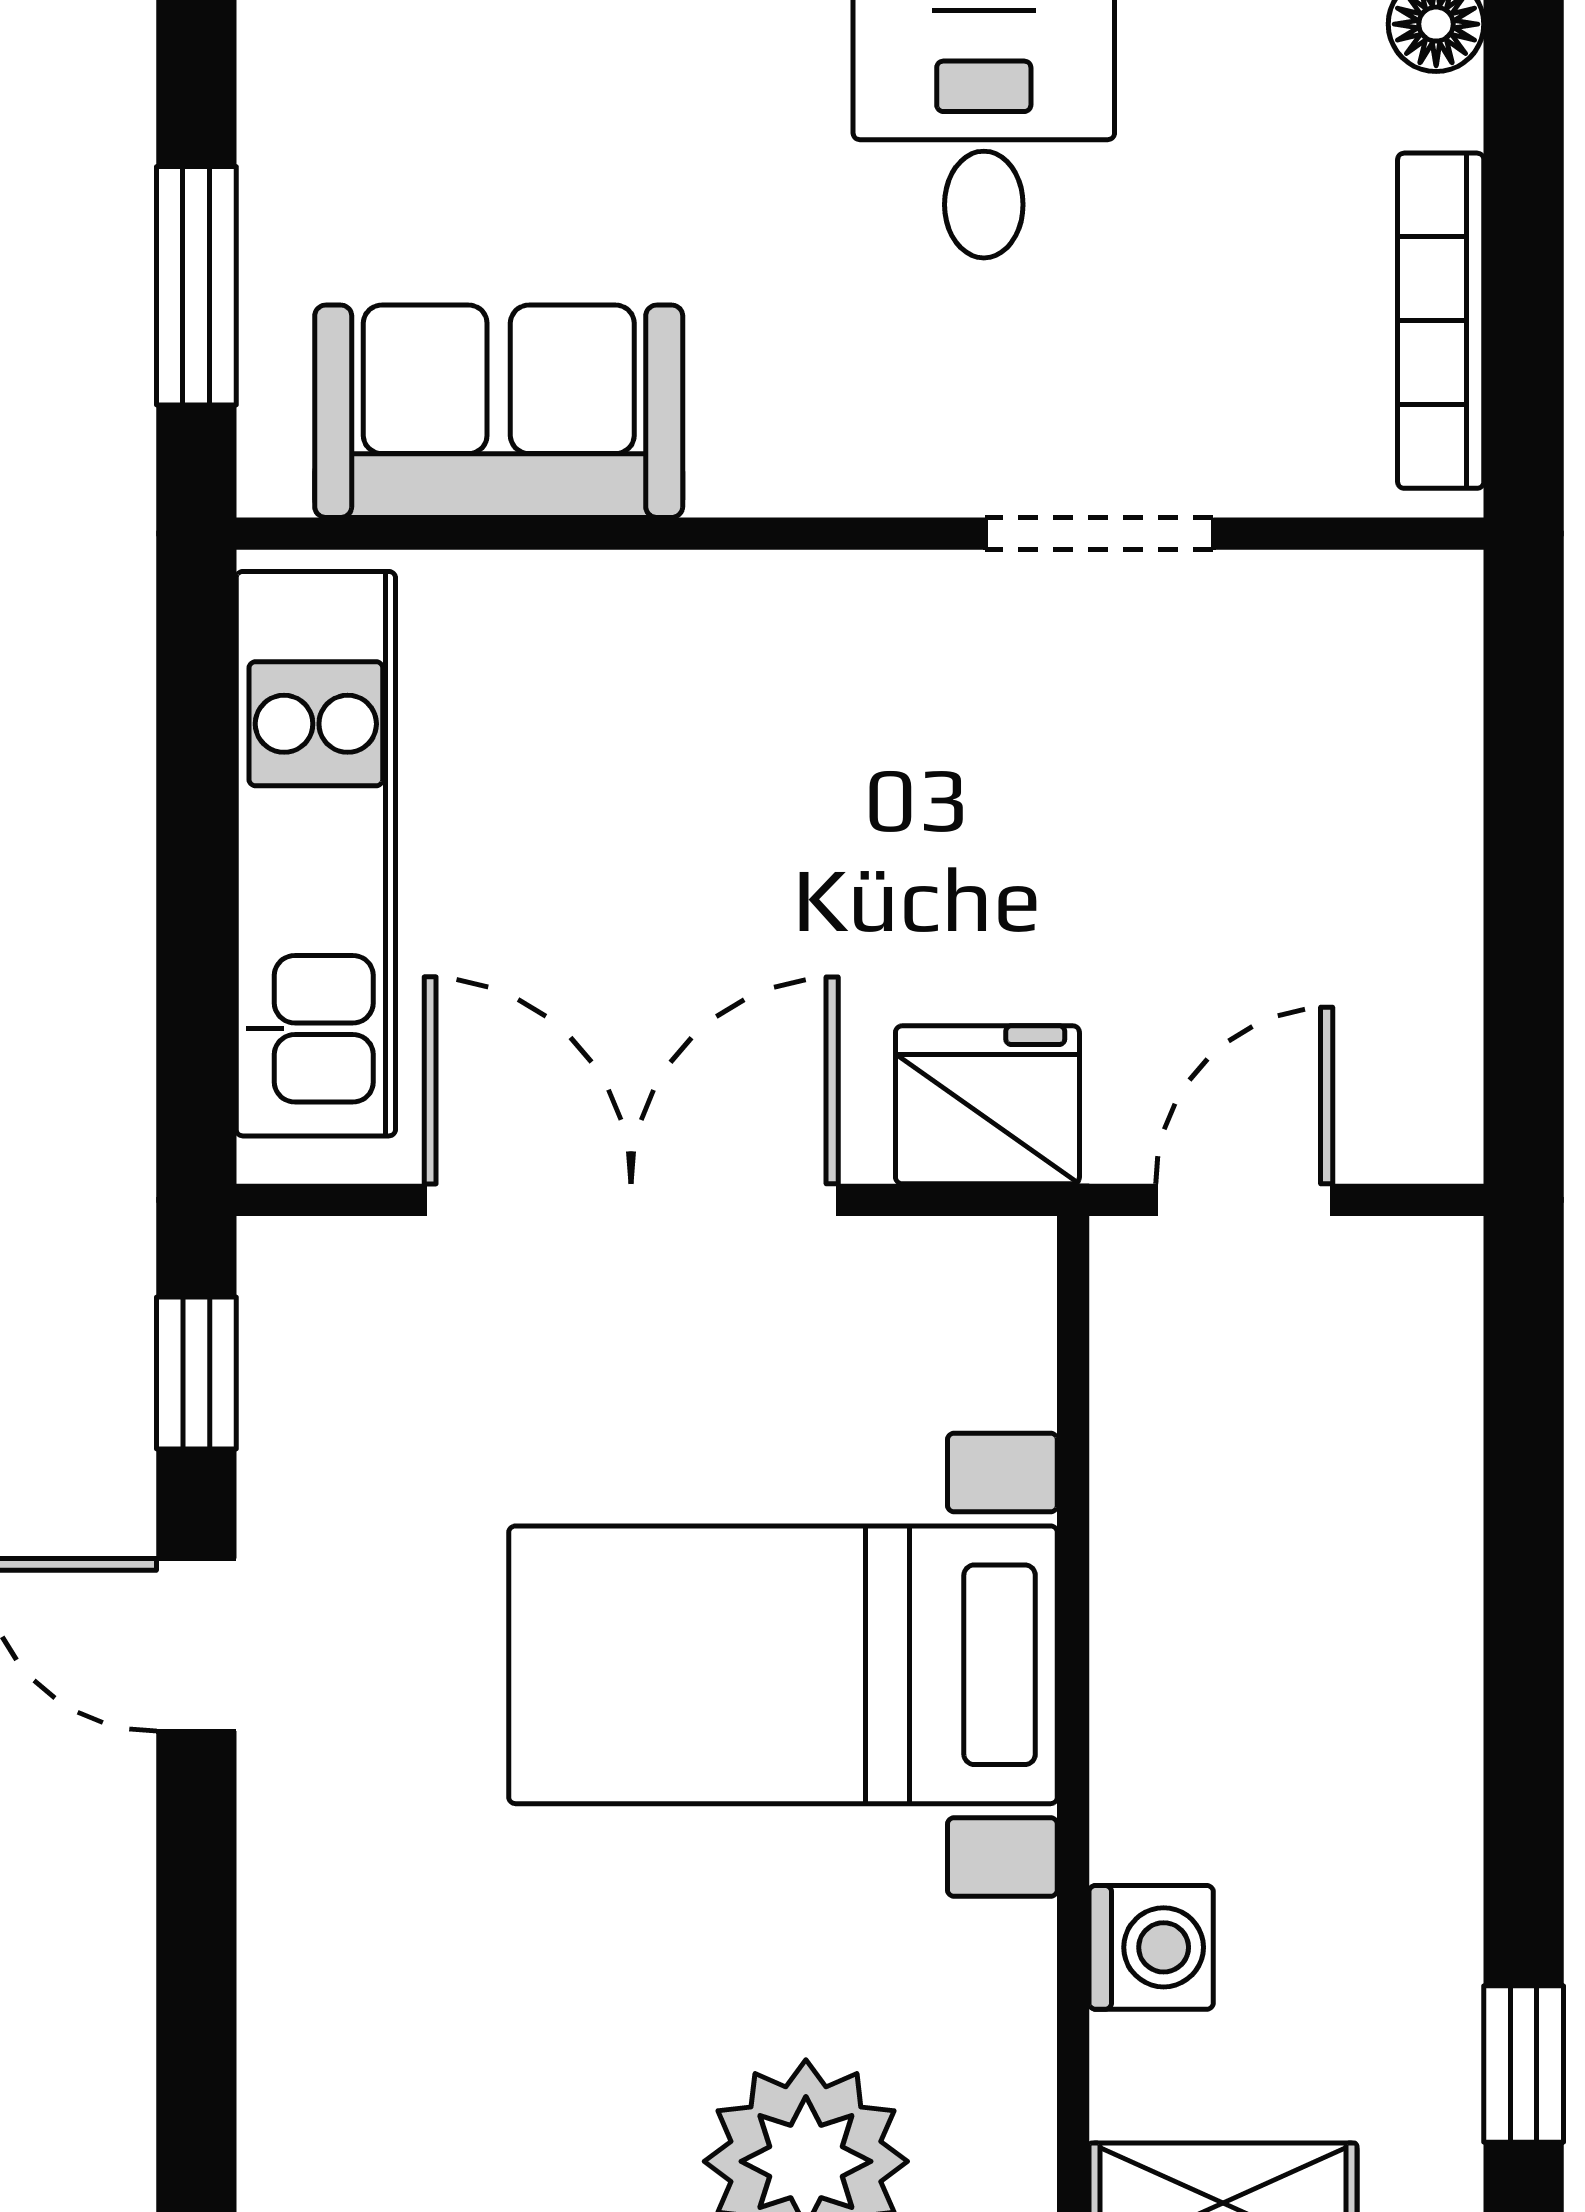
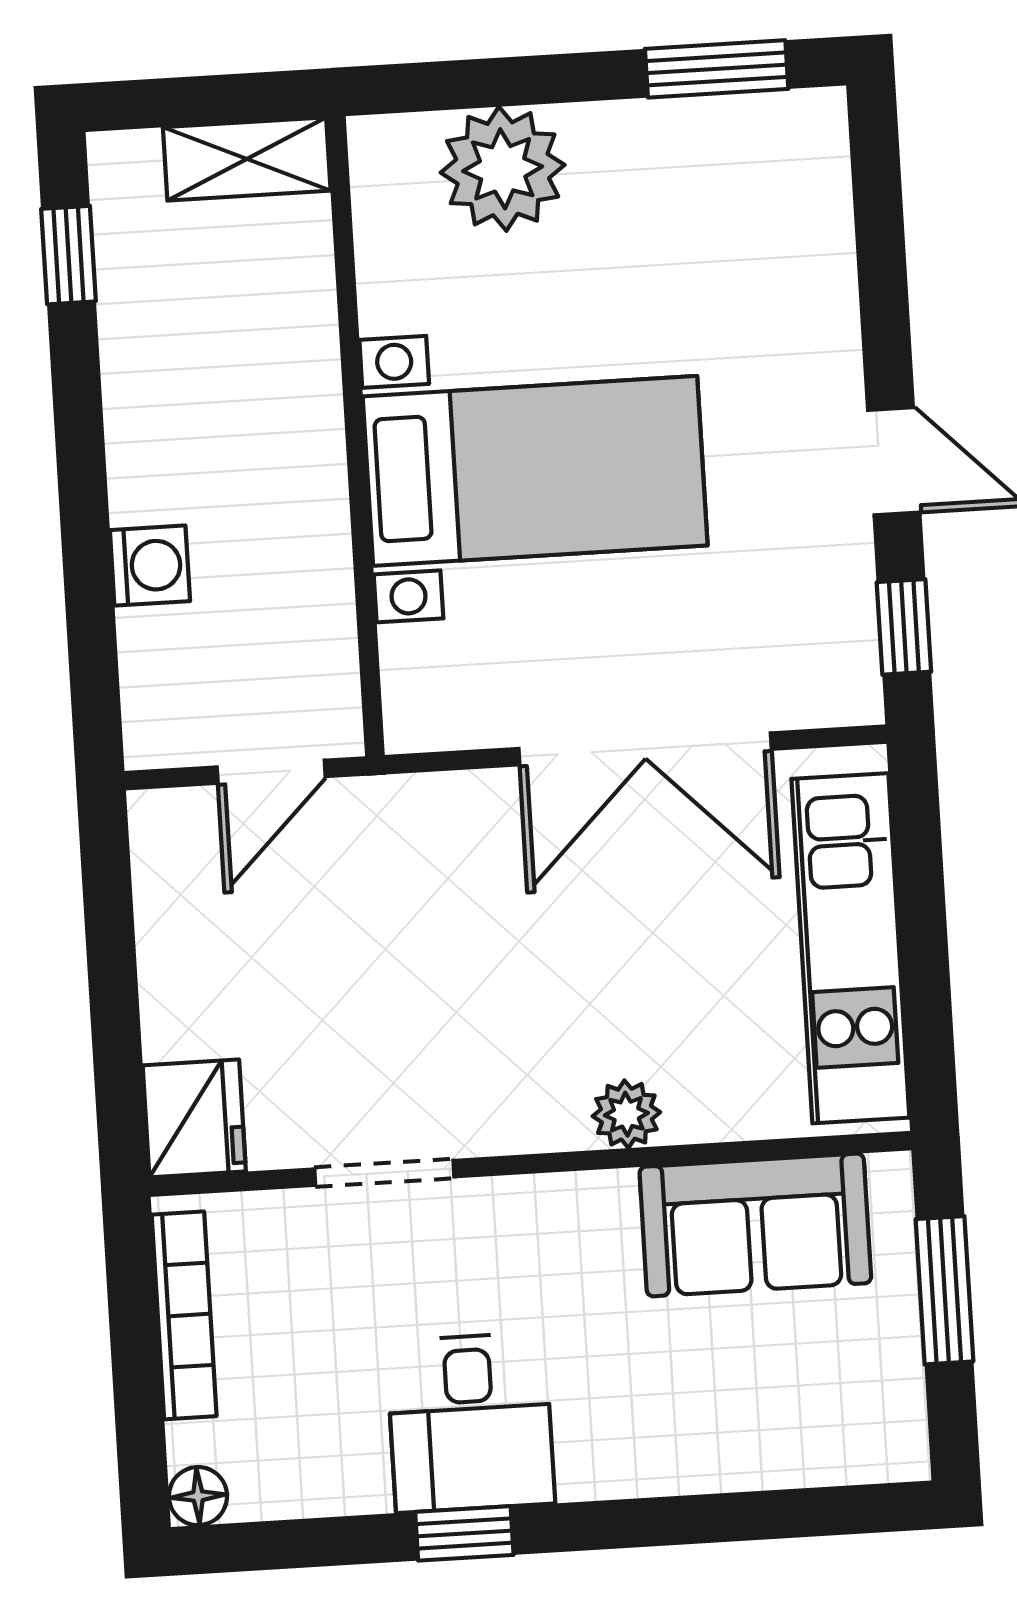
plant: (698, 605) -> (626, 1114), added
fridge: (987, 1105) -> (194, 1118), moved, turned -90
washing machine: (1151, 1947) -> (150, 566), moved, turned 180

